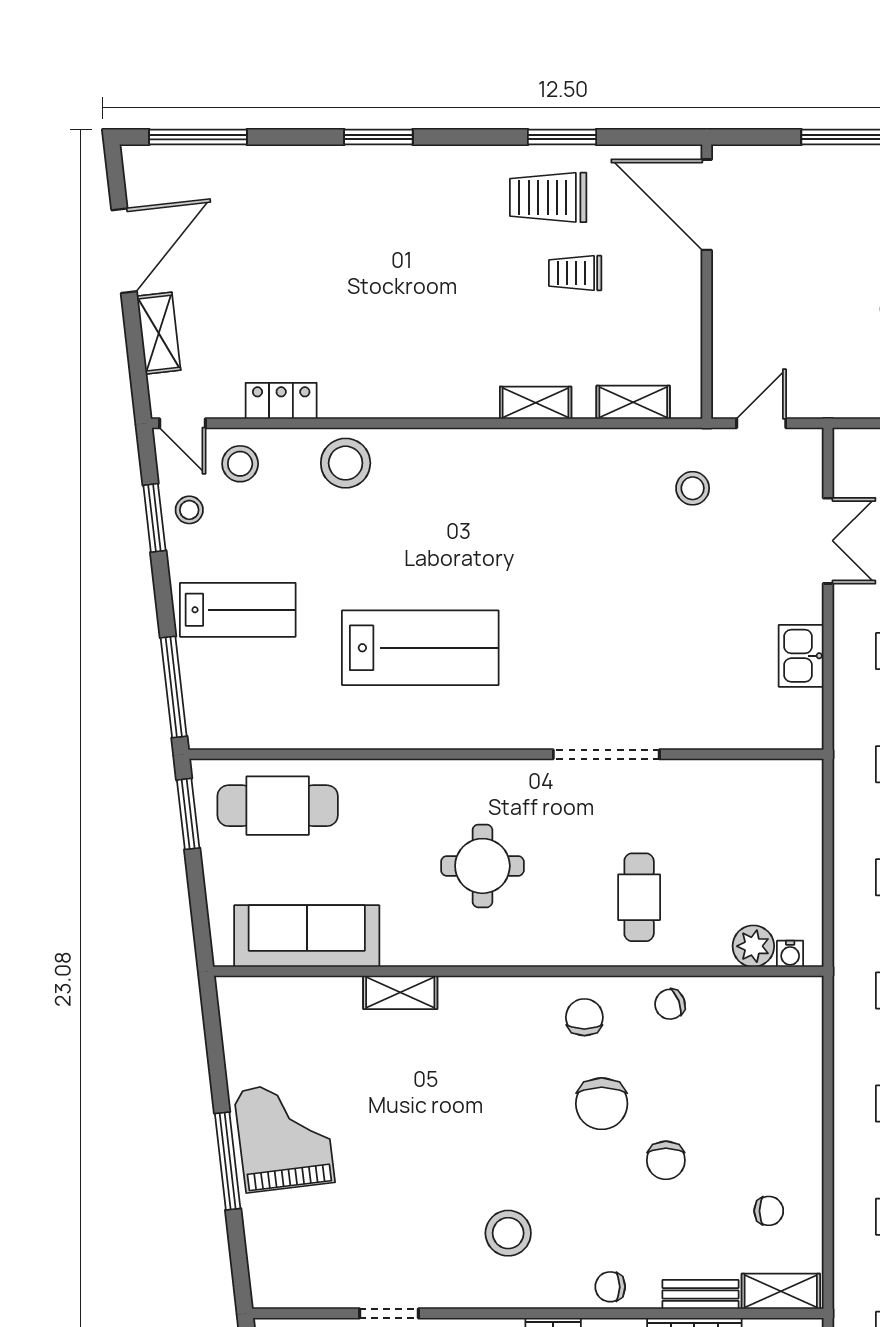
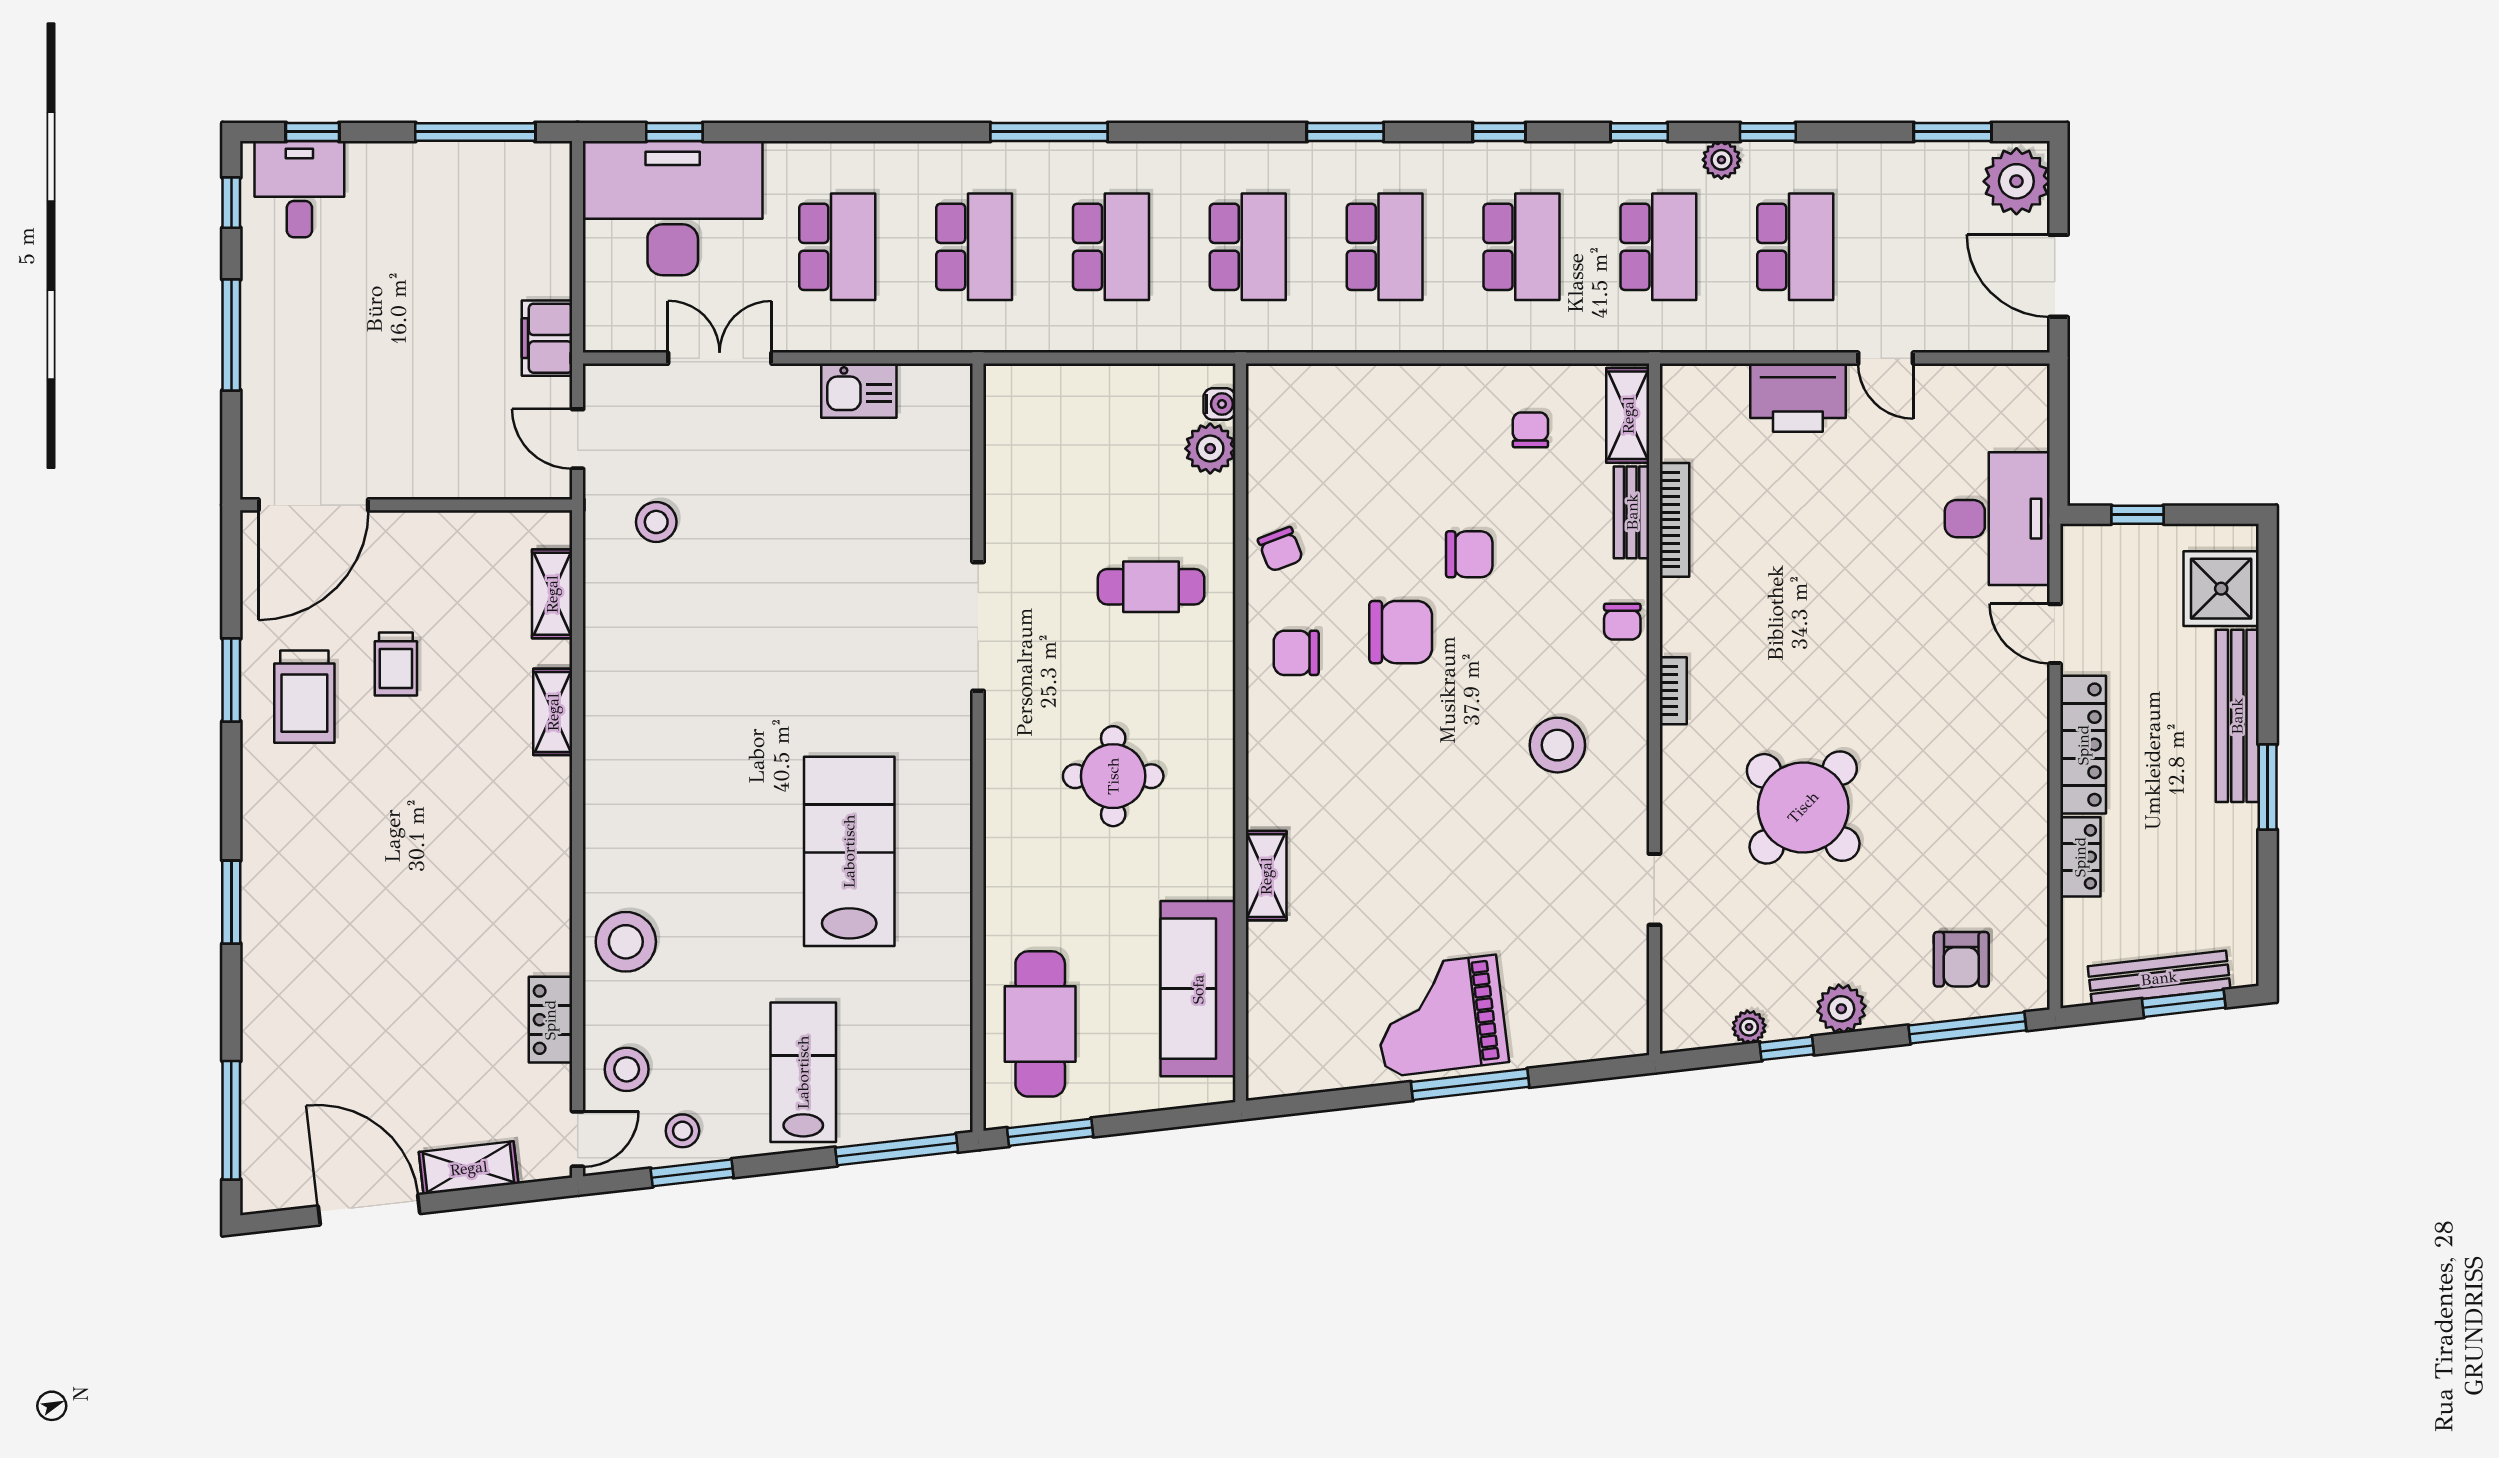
filing cabinet: (845, 398) -> (547, 338), added

